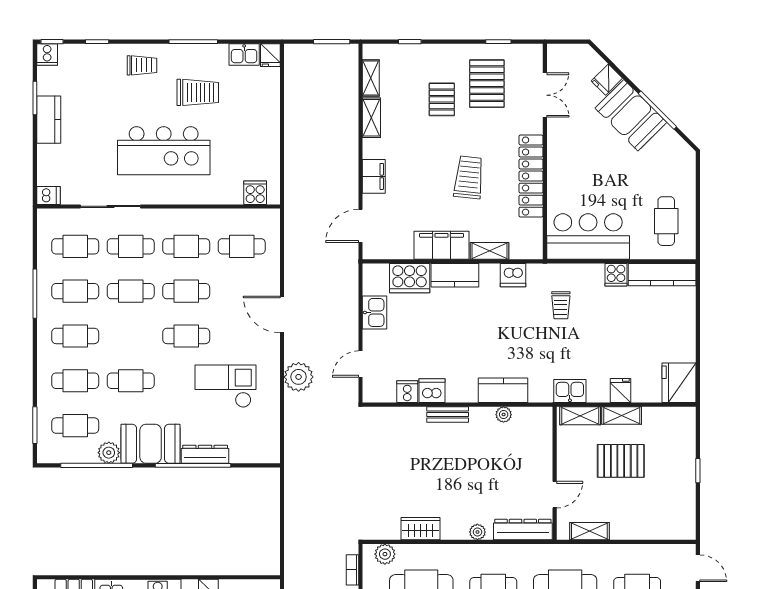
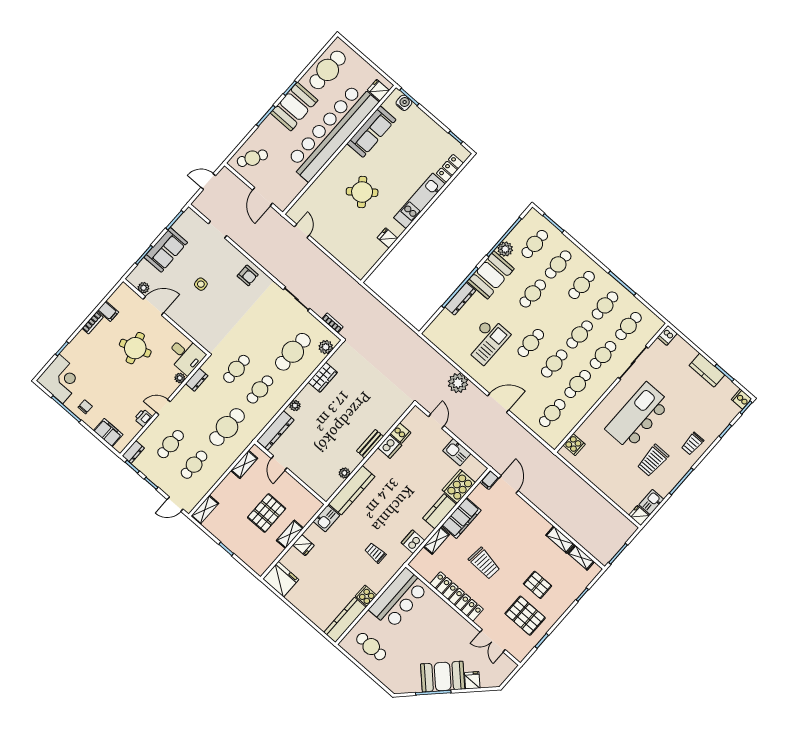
filing cabinet: (374, 176) -> (489, 480), moved, width x0.50
kitchen counter: (503, 390) -> (352, 490), width x1.50
shelving: (580, 416) -> (205, 510), moved

